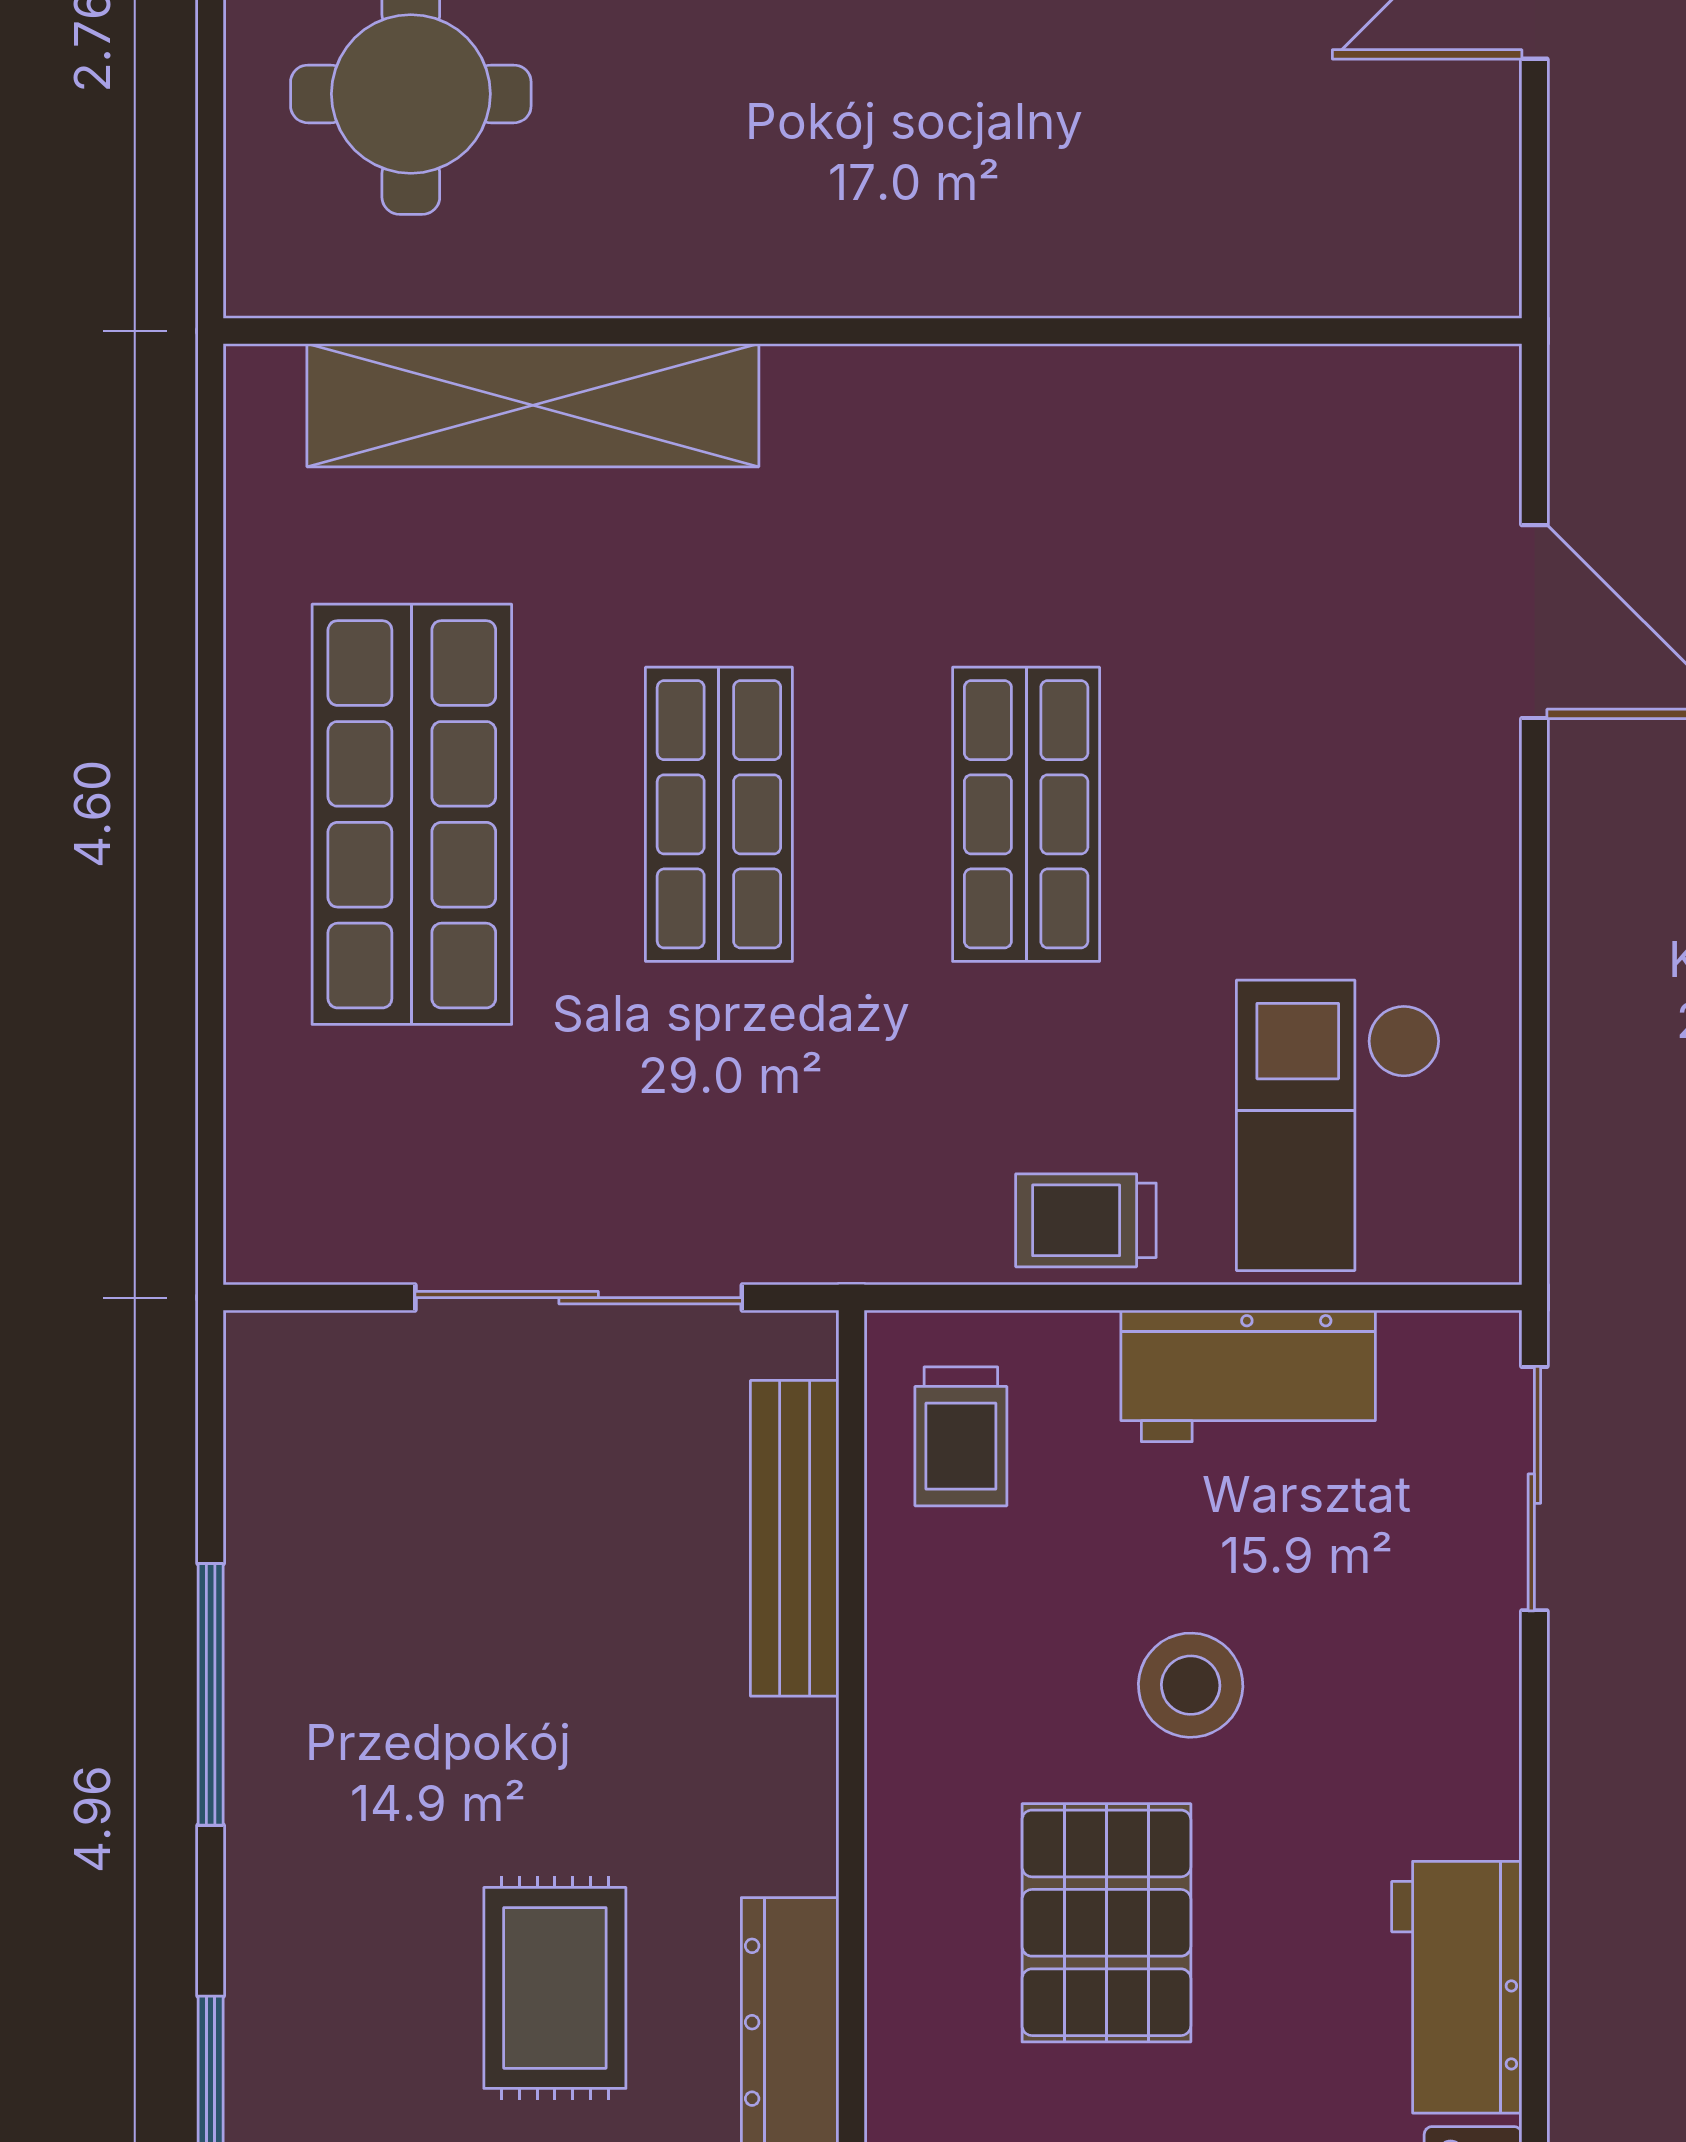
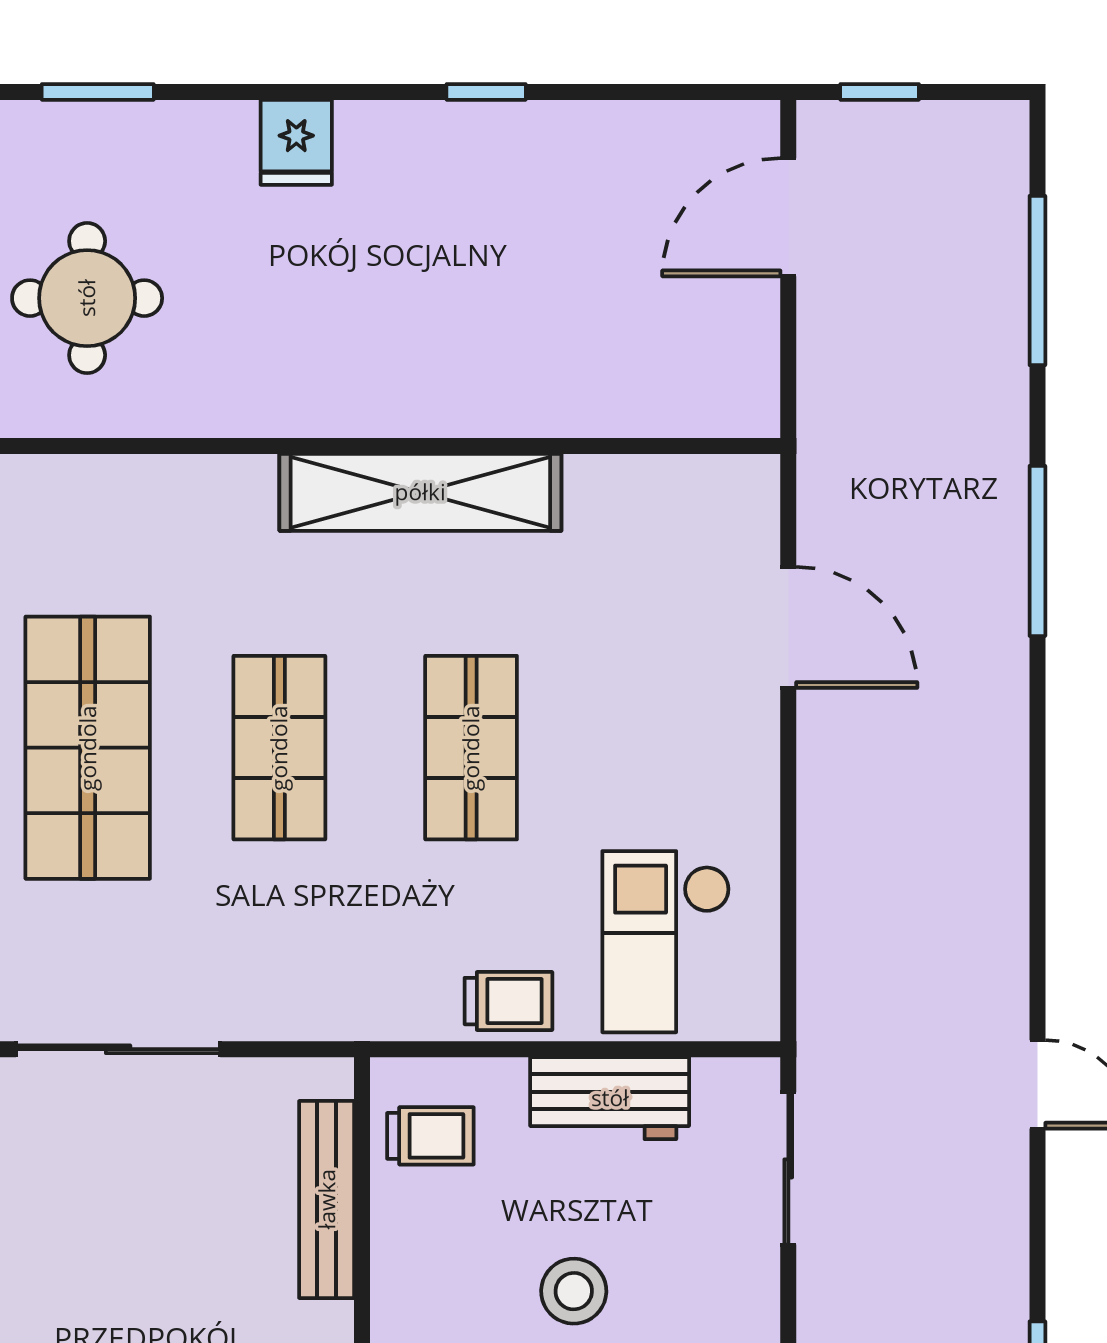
shelving: (533, 405) -> (420, 492), moved
trolley: (1086, 1220) -> (508, 1001), turned 180
sliding door: (579, 1298) -> (118, 1049), moved
trolley: (961, 1436) -> (430, 1136), turned -90

